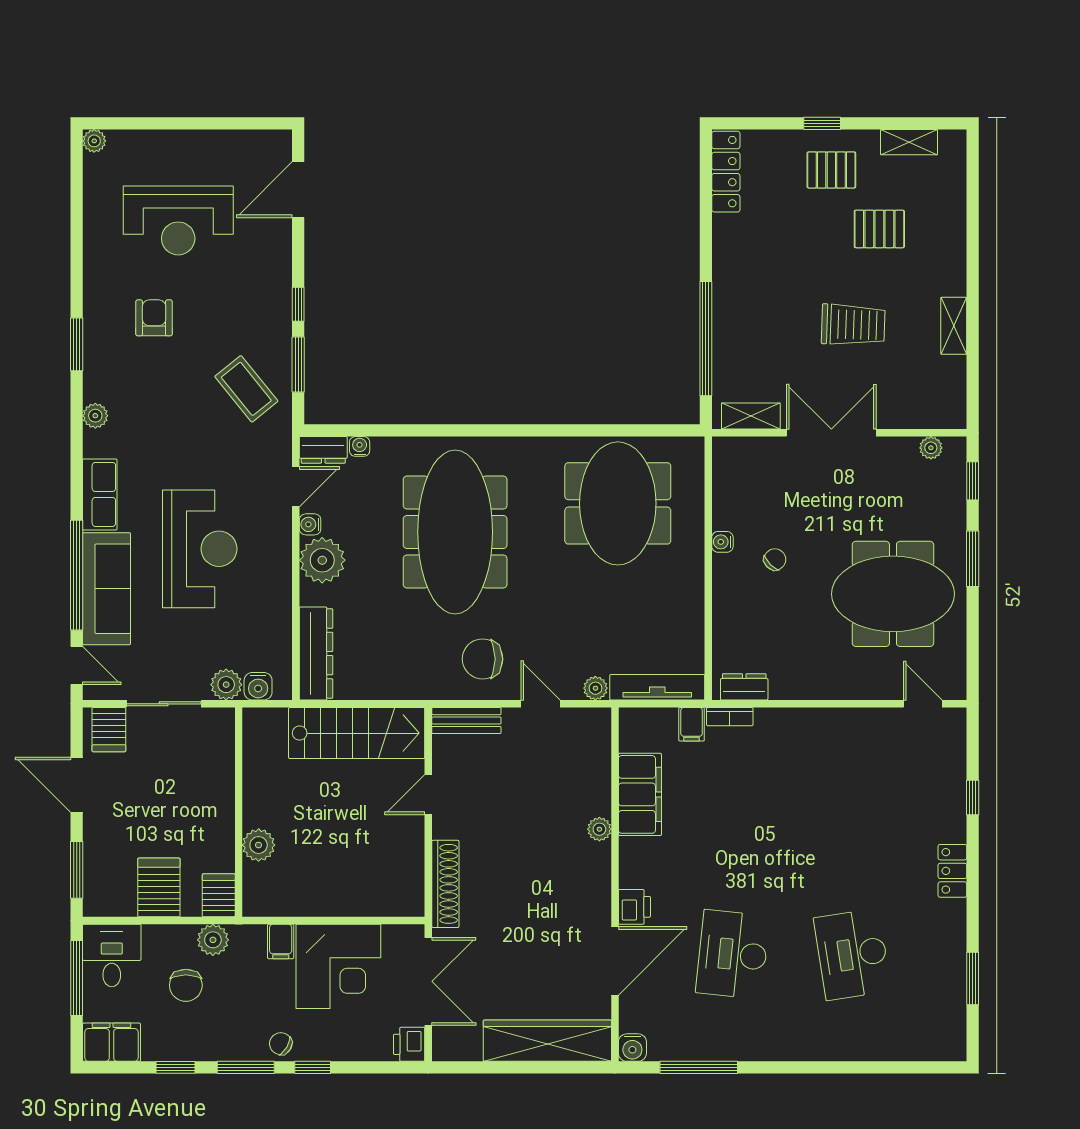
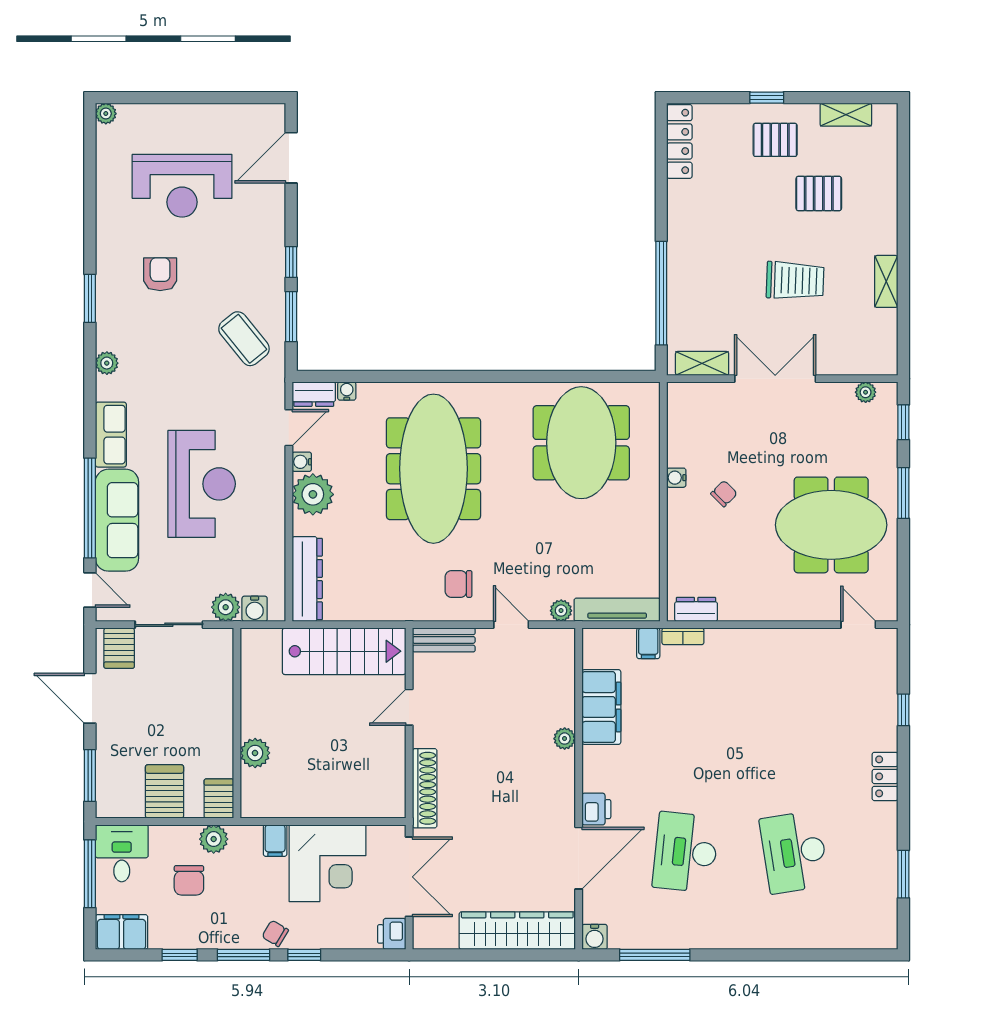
chair: (483, 659) -> (458, 584), width x0.73, depth x0.73

